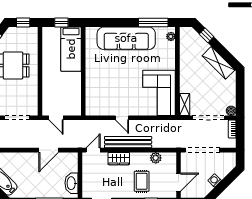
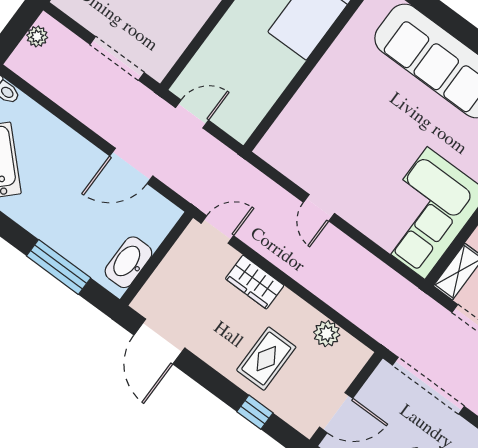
door: (56, 118) -> (192, 114), swing flipped
bench: (128, 142) -> (296, 264), removed

